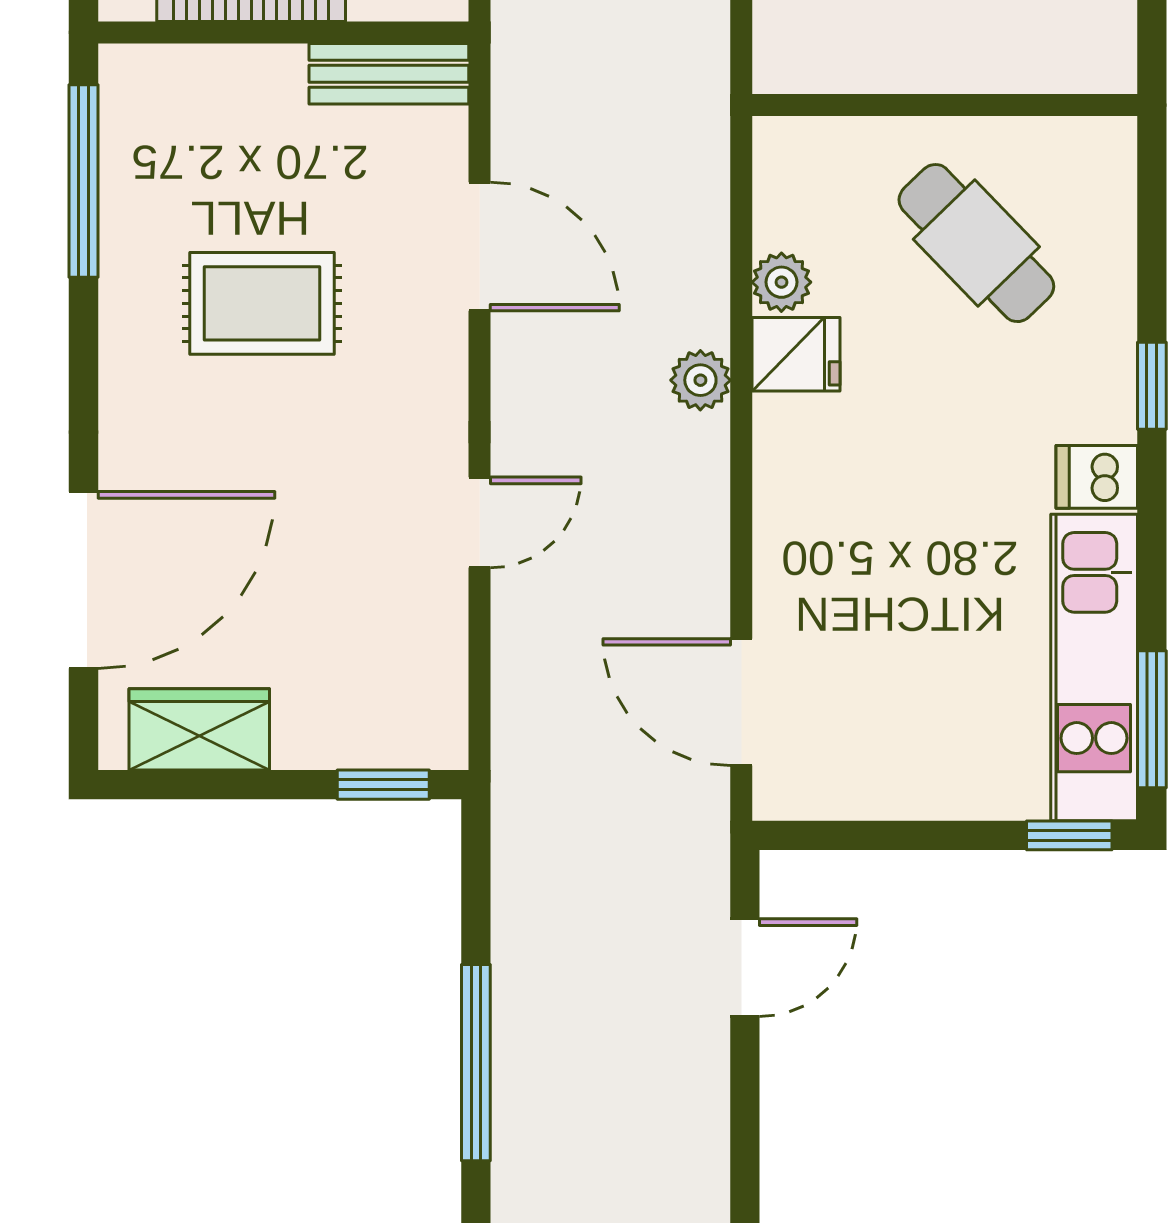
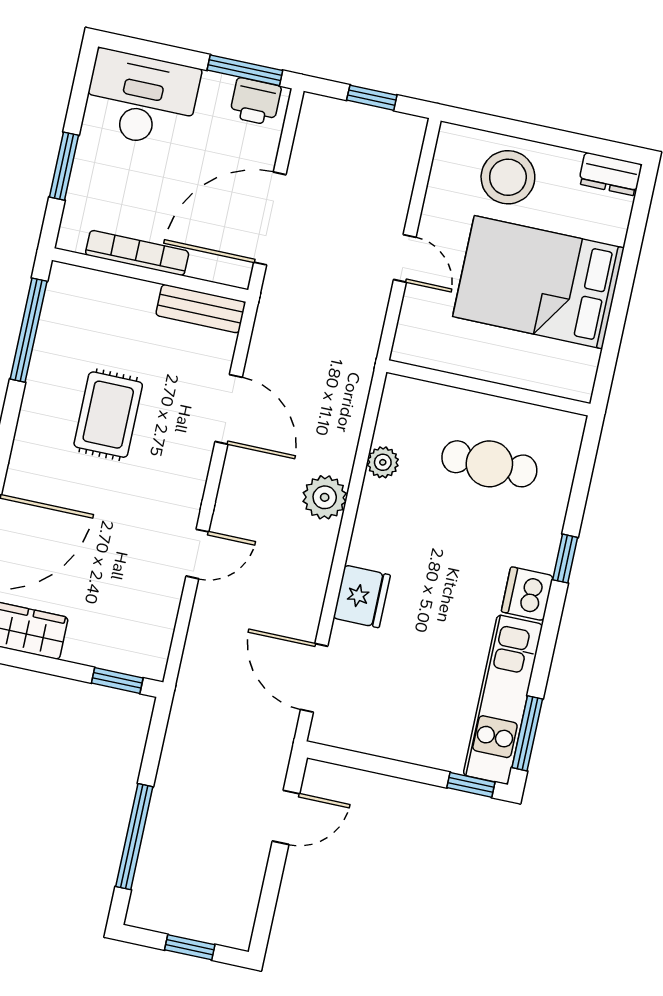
cafe table: (976, 243) -> (489, 464), turned -46
rug: (262, 303) -> (108, 415), turned 90
fridge: (796, 354) -> (362, 596), moved, width x1.38
plant: (700, 380) -> (325, 497), width x1.38, depth x1.38
dishwasher: (1097, 477) -> (527, 594), width x1.38

